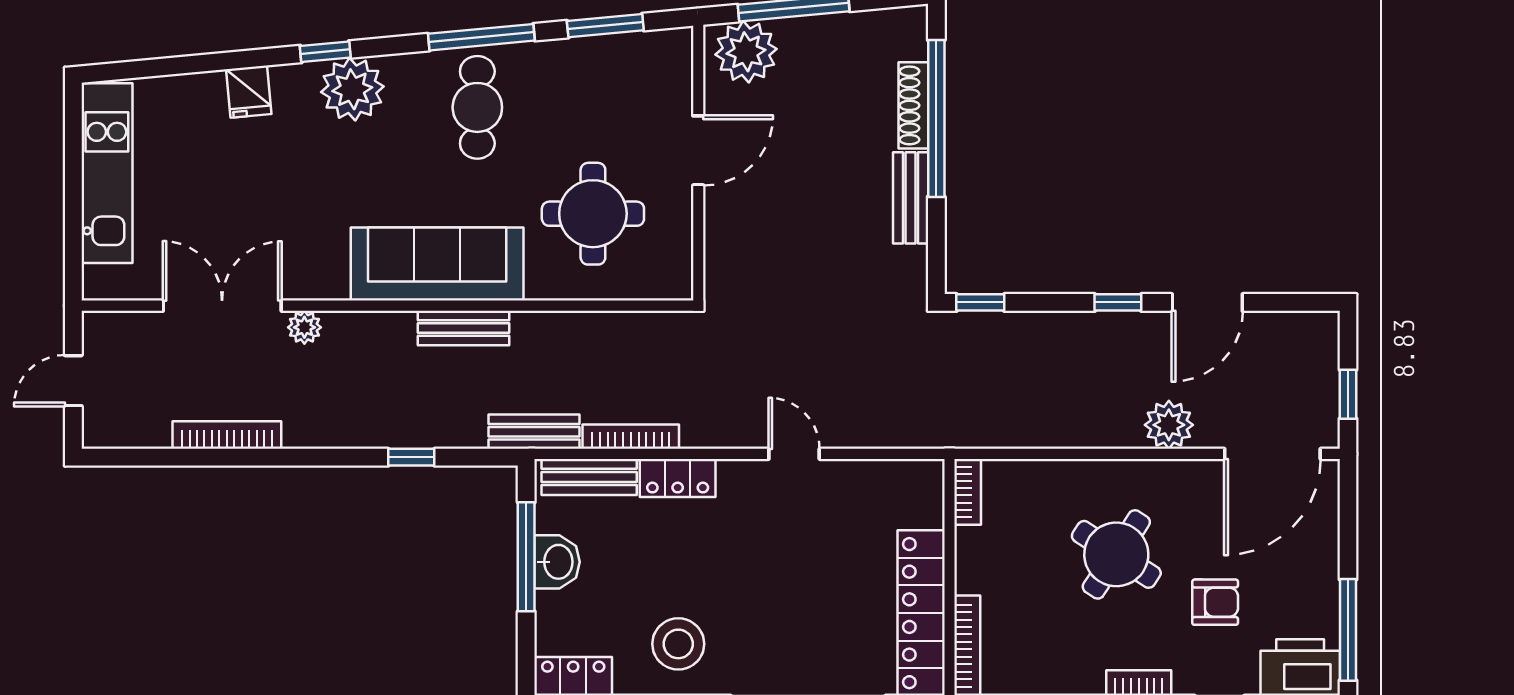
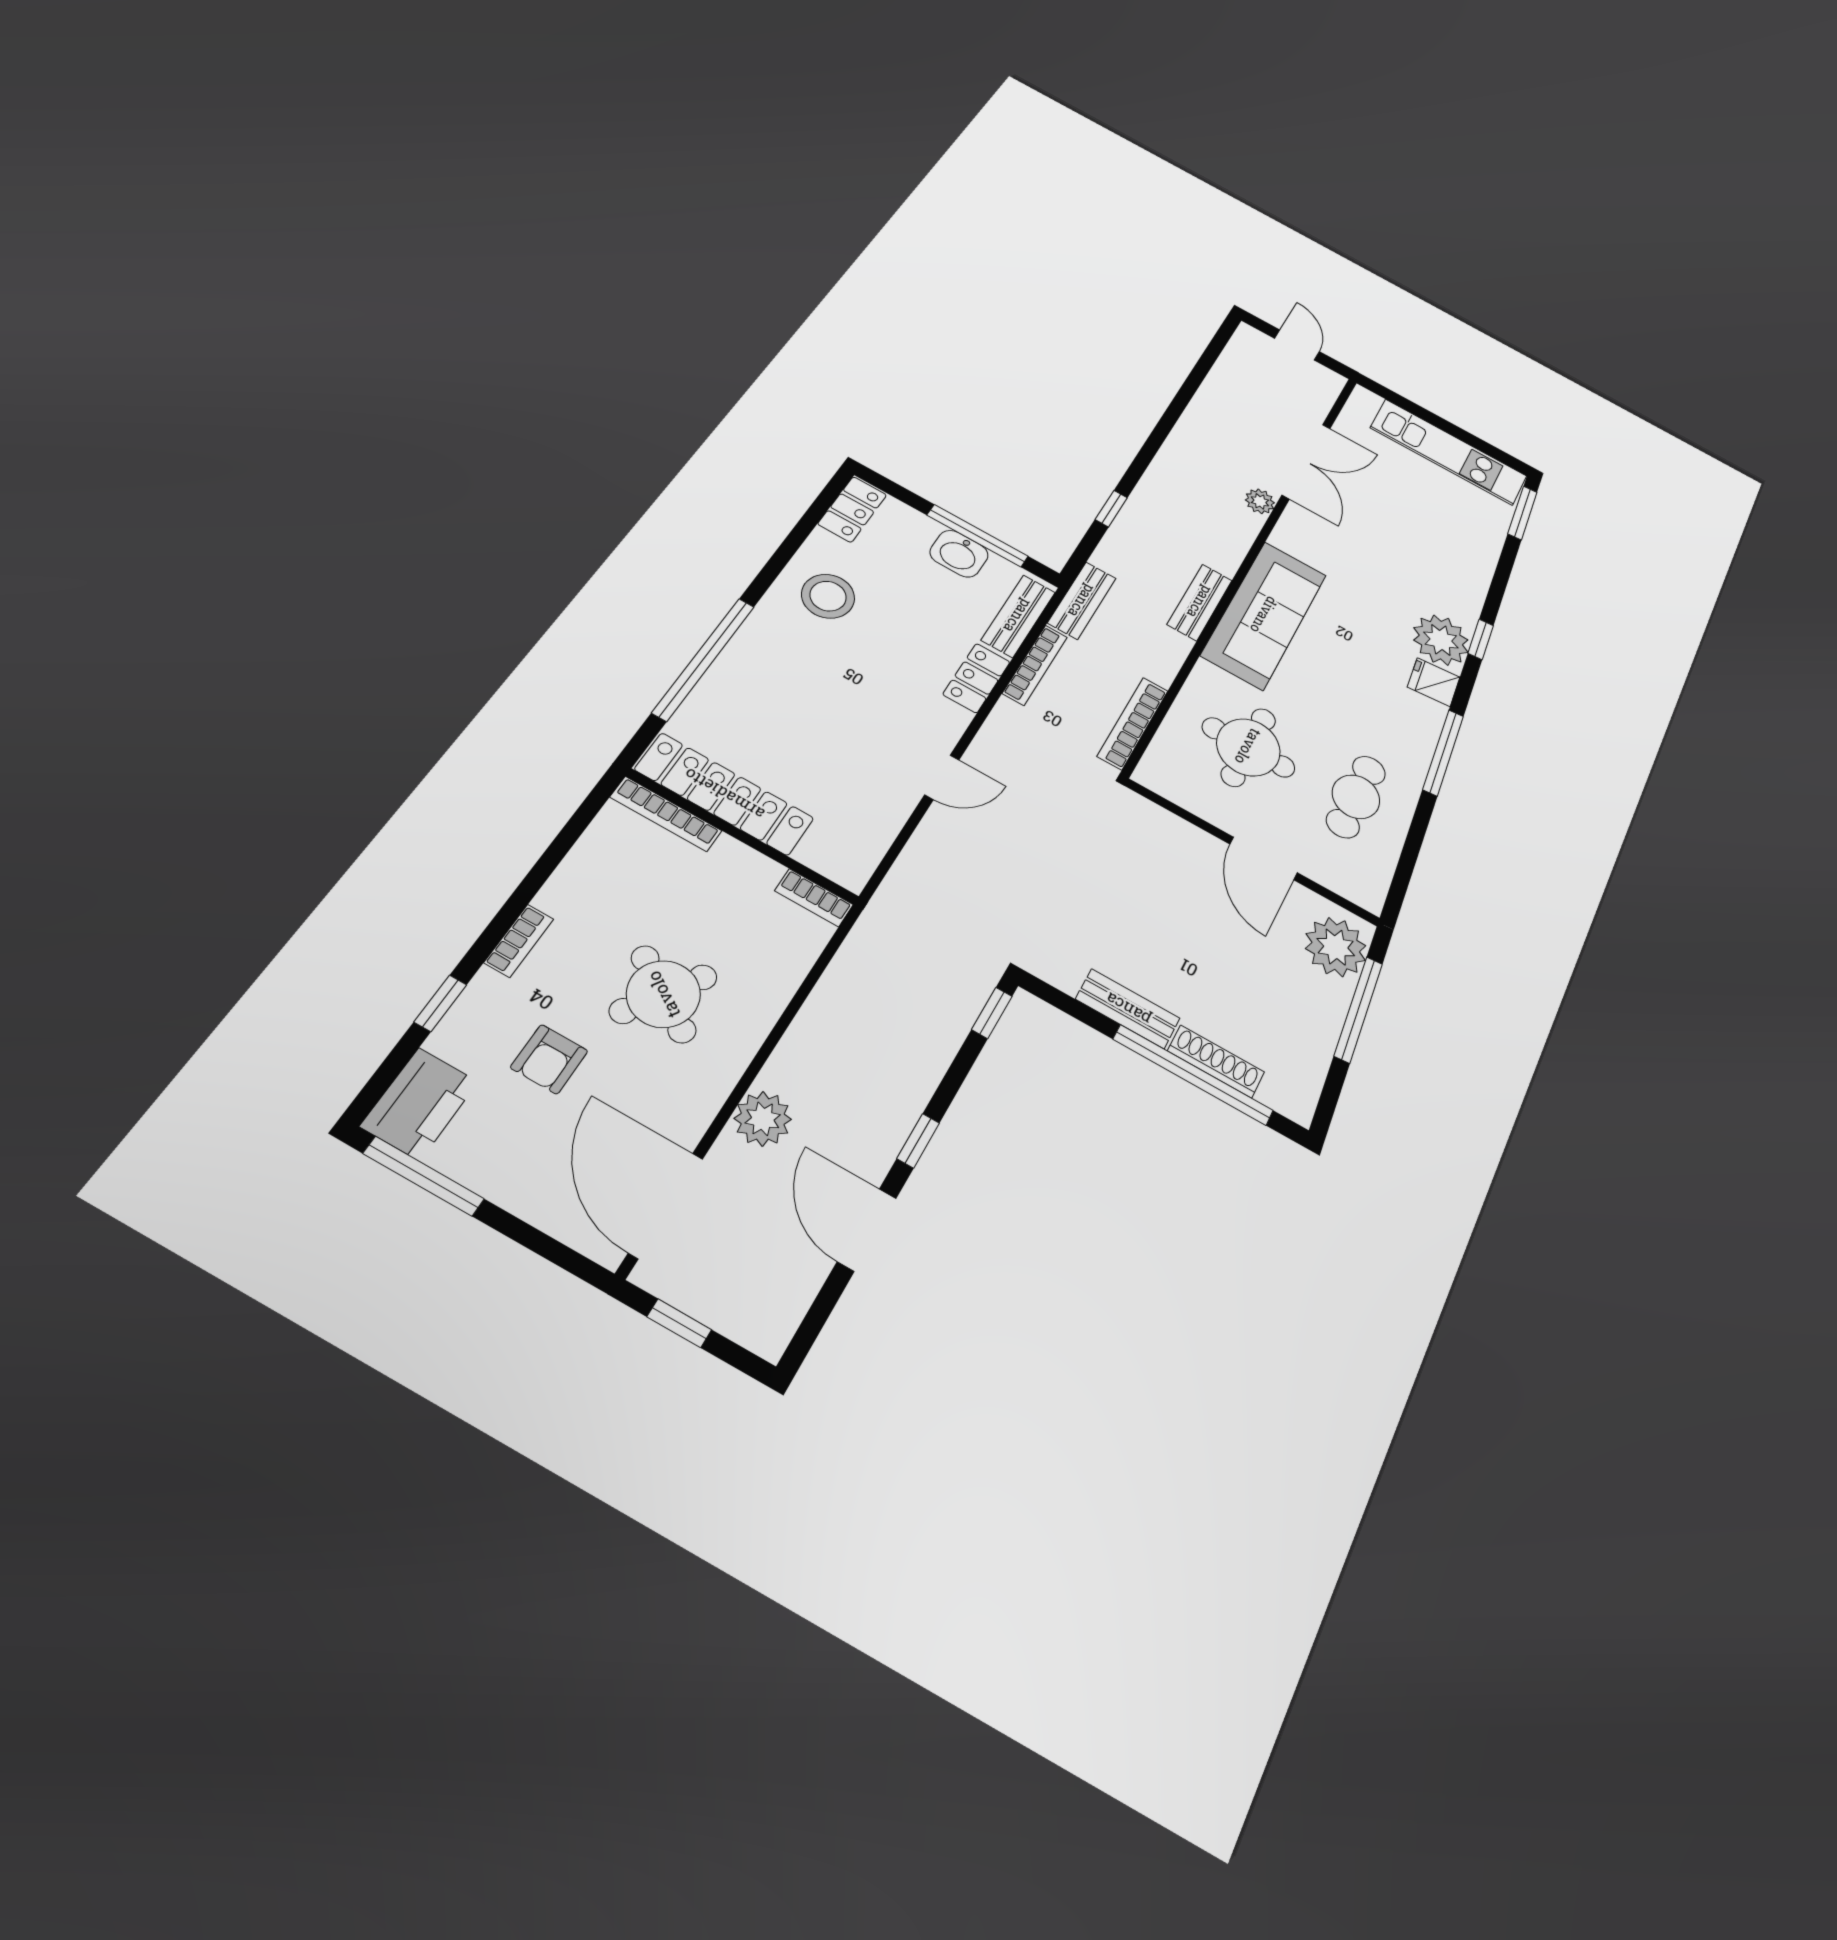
window: (605, 26) -> (1522, 513), moved
fridge: (249, 92) -> (1434, 682), moved
cafe table: (477, 107) -> (1356, 797), moved, turned 90
bookcase: (227, 435) -> (1133, 723), moved, turned 180

